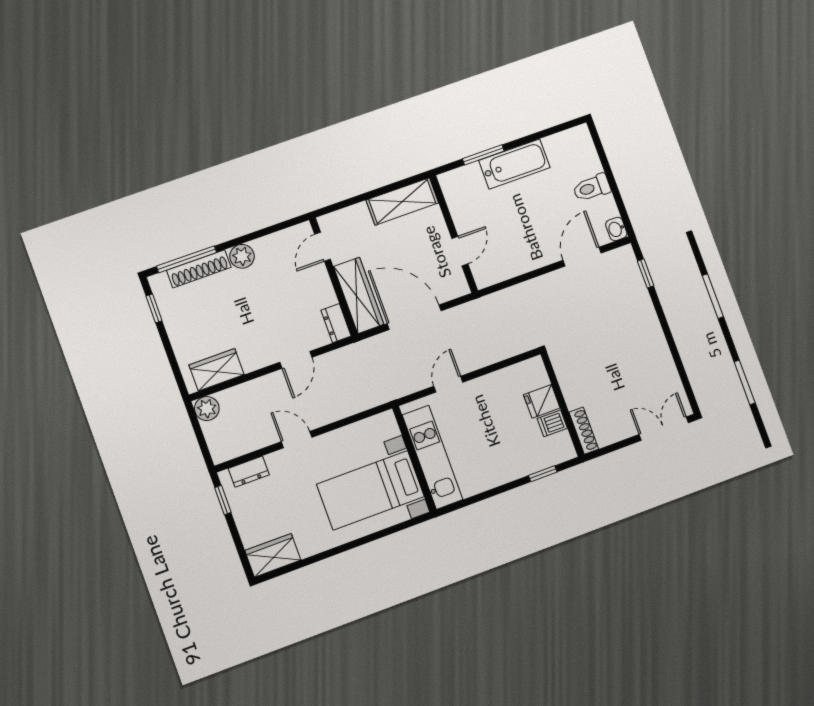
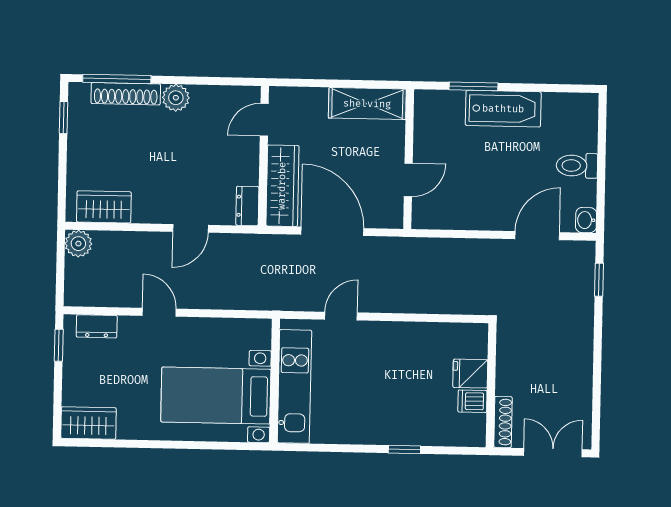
fridge: (542, 401) -> (470, 374), moved
wall: (562, 404) -> (491, 385), moved
dishwasher: (552, 423) -> (472, 401), moved
shoe rack: (584, 431) -> (503, 422), moved

